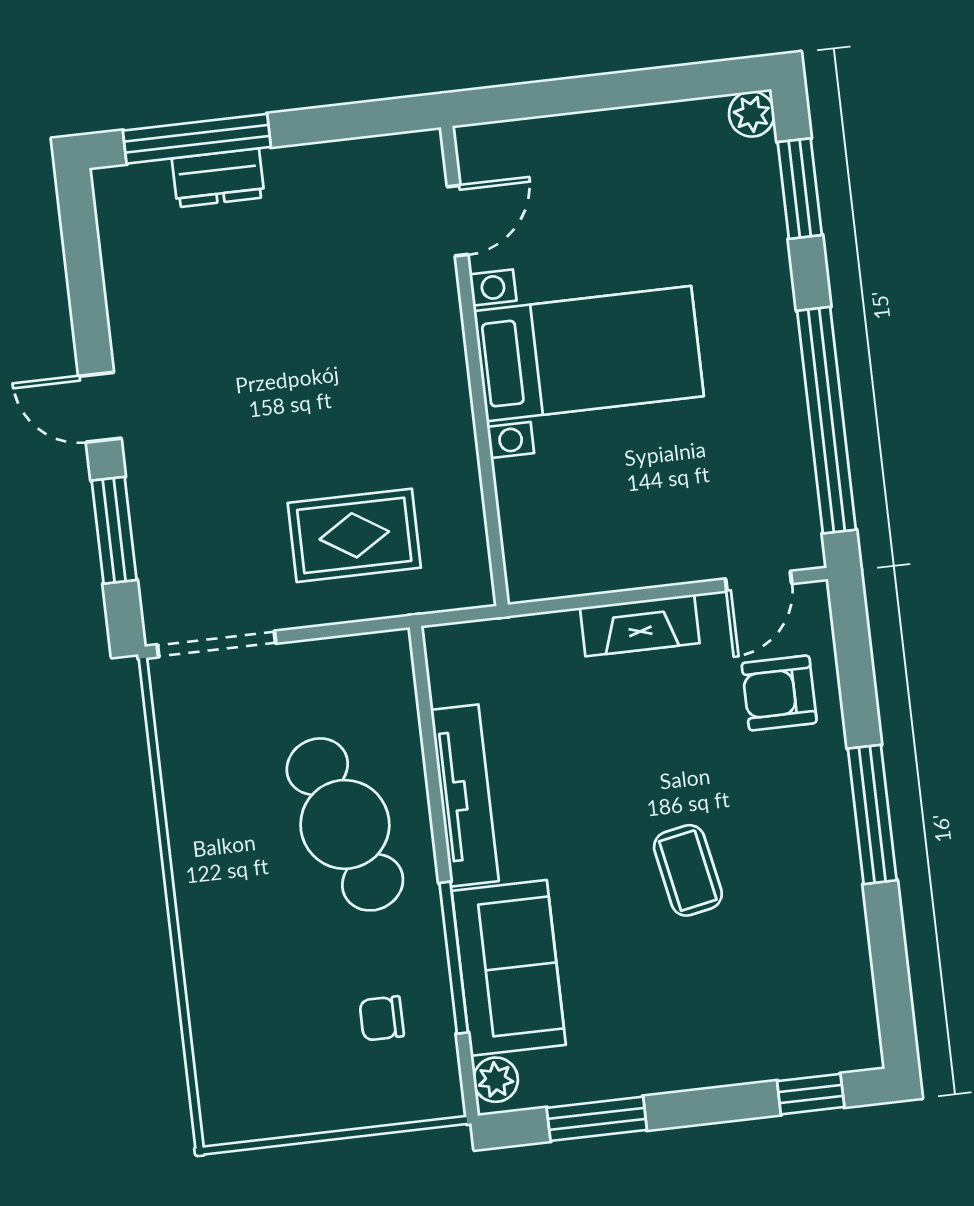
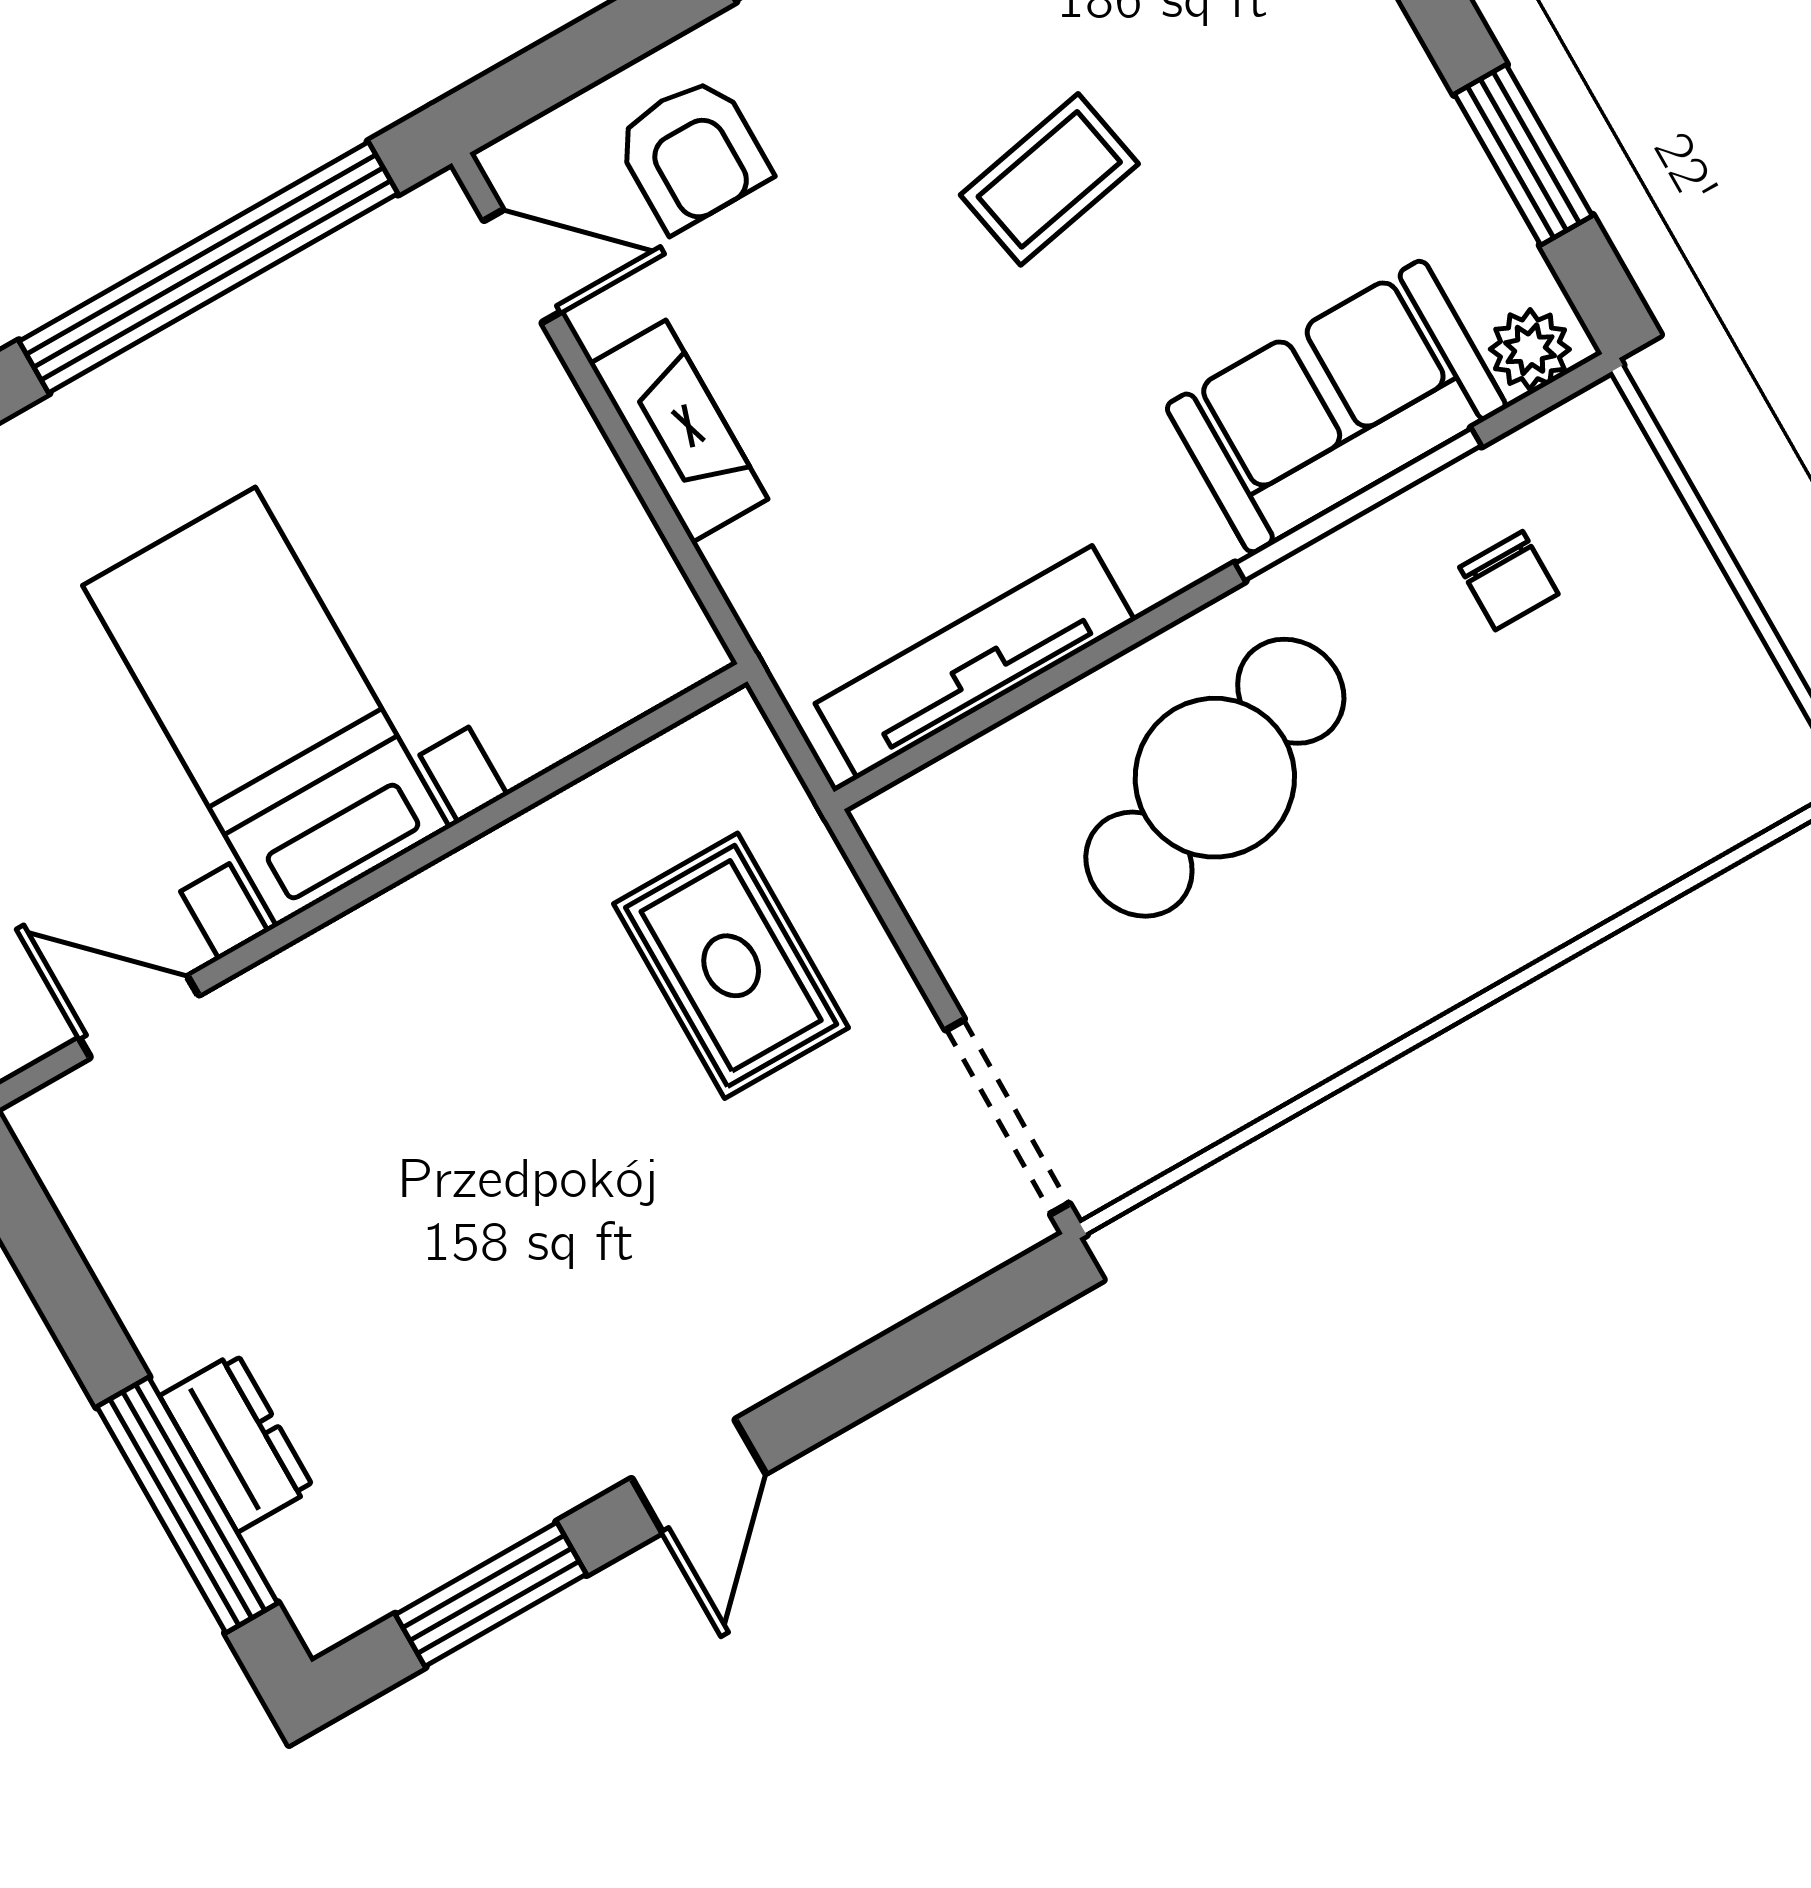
window: (114, 530) -> (491, 1594), moved
tv unit: (465, 795) -> (975, 662), moved

